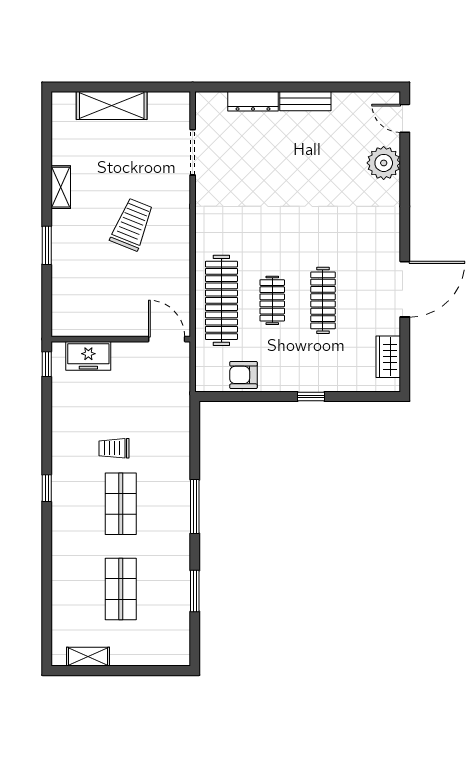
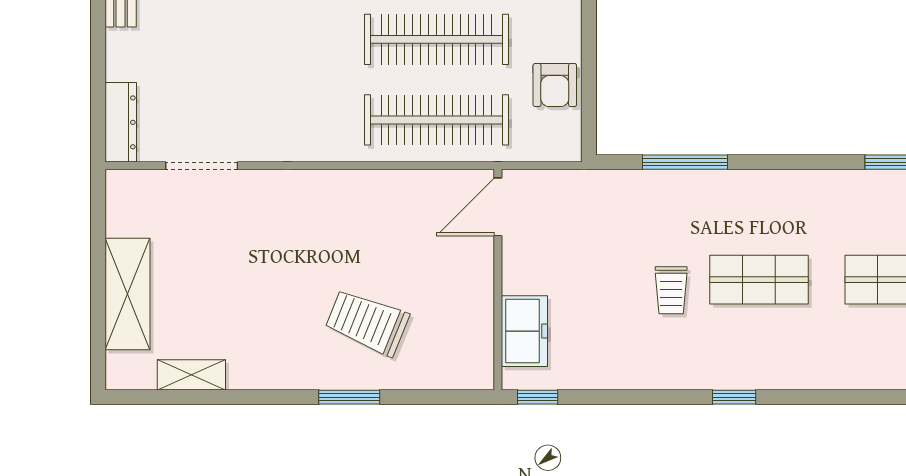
dresser: (253, 101) -> (121, 122), moved
shelving: (61, 187) -> (191, 375), moved
trolley: (132, 224) -> (367, 322), moved
clothes rail: (272, 300) -> (436, 39), width x1.86, depth x1.31
window: (195, 507) -> (685, 162), moved

